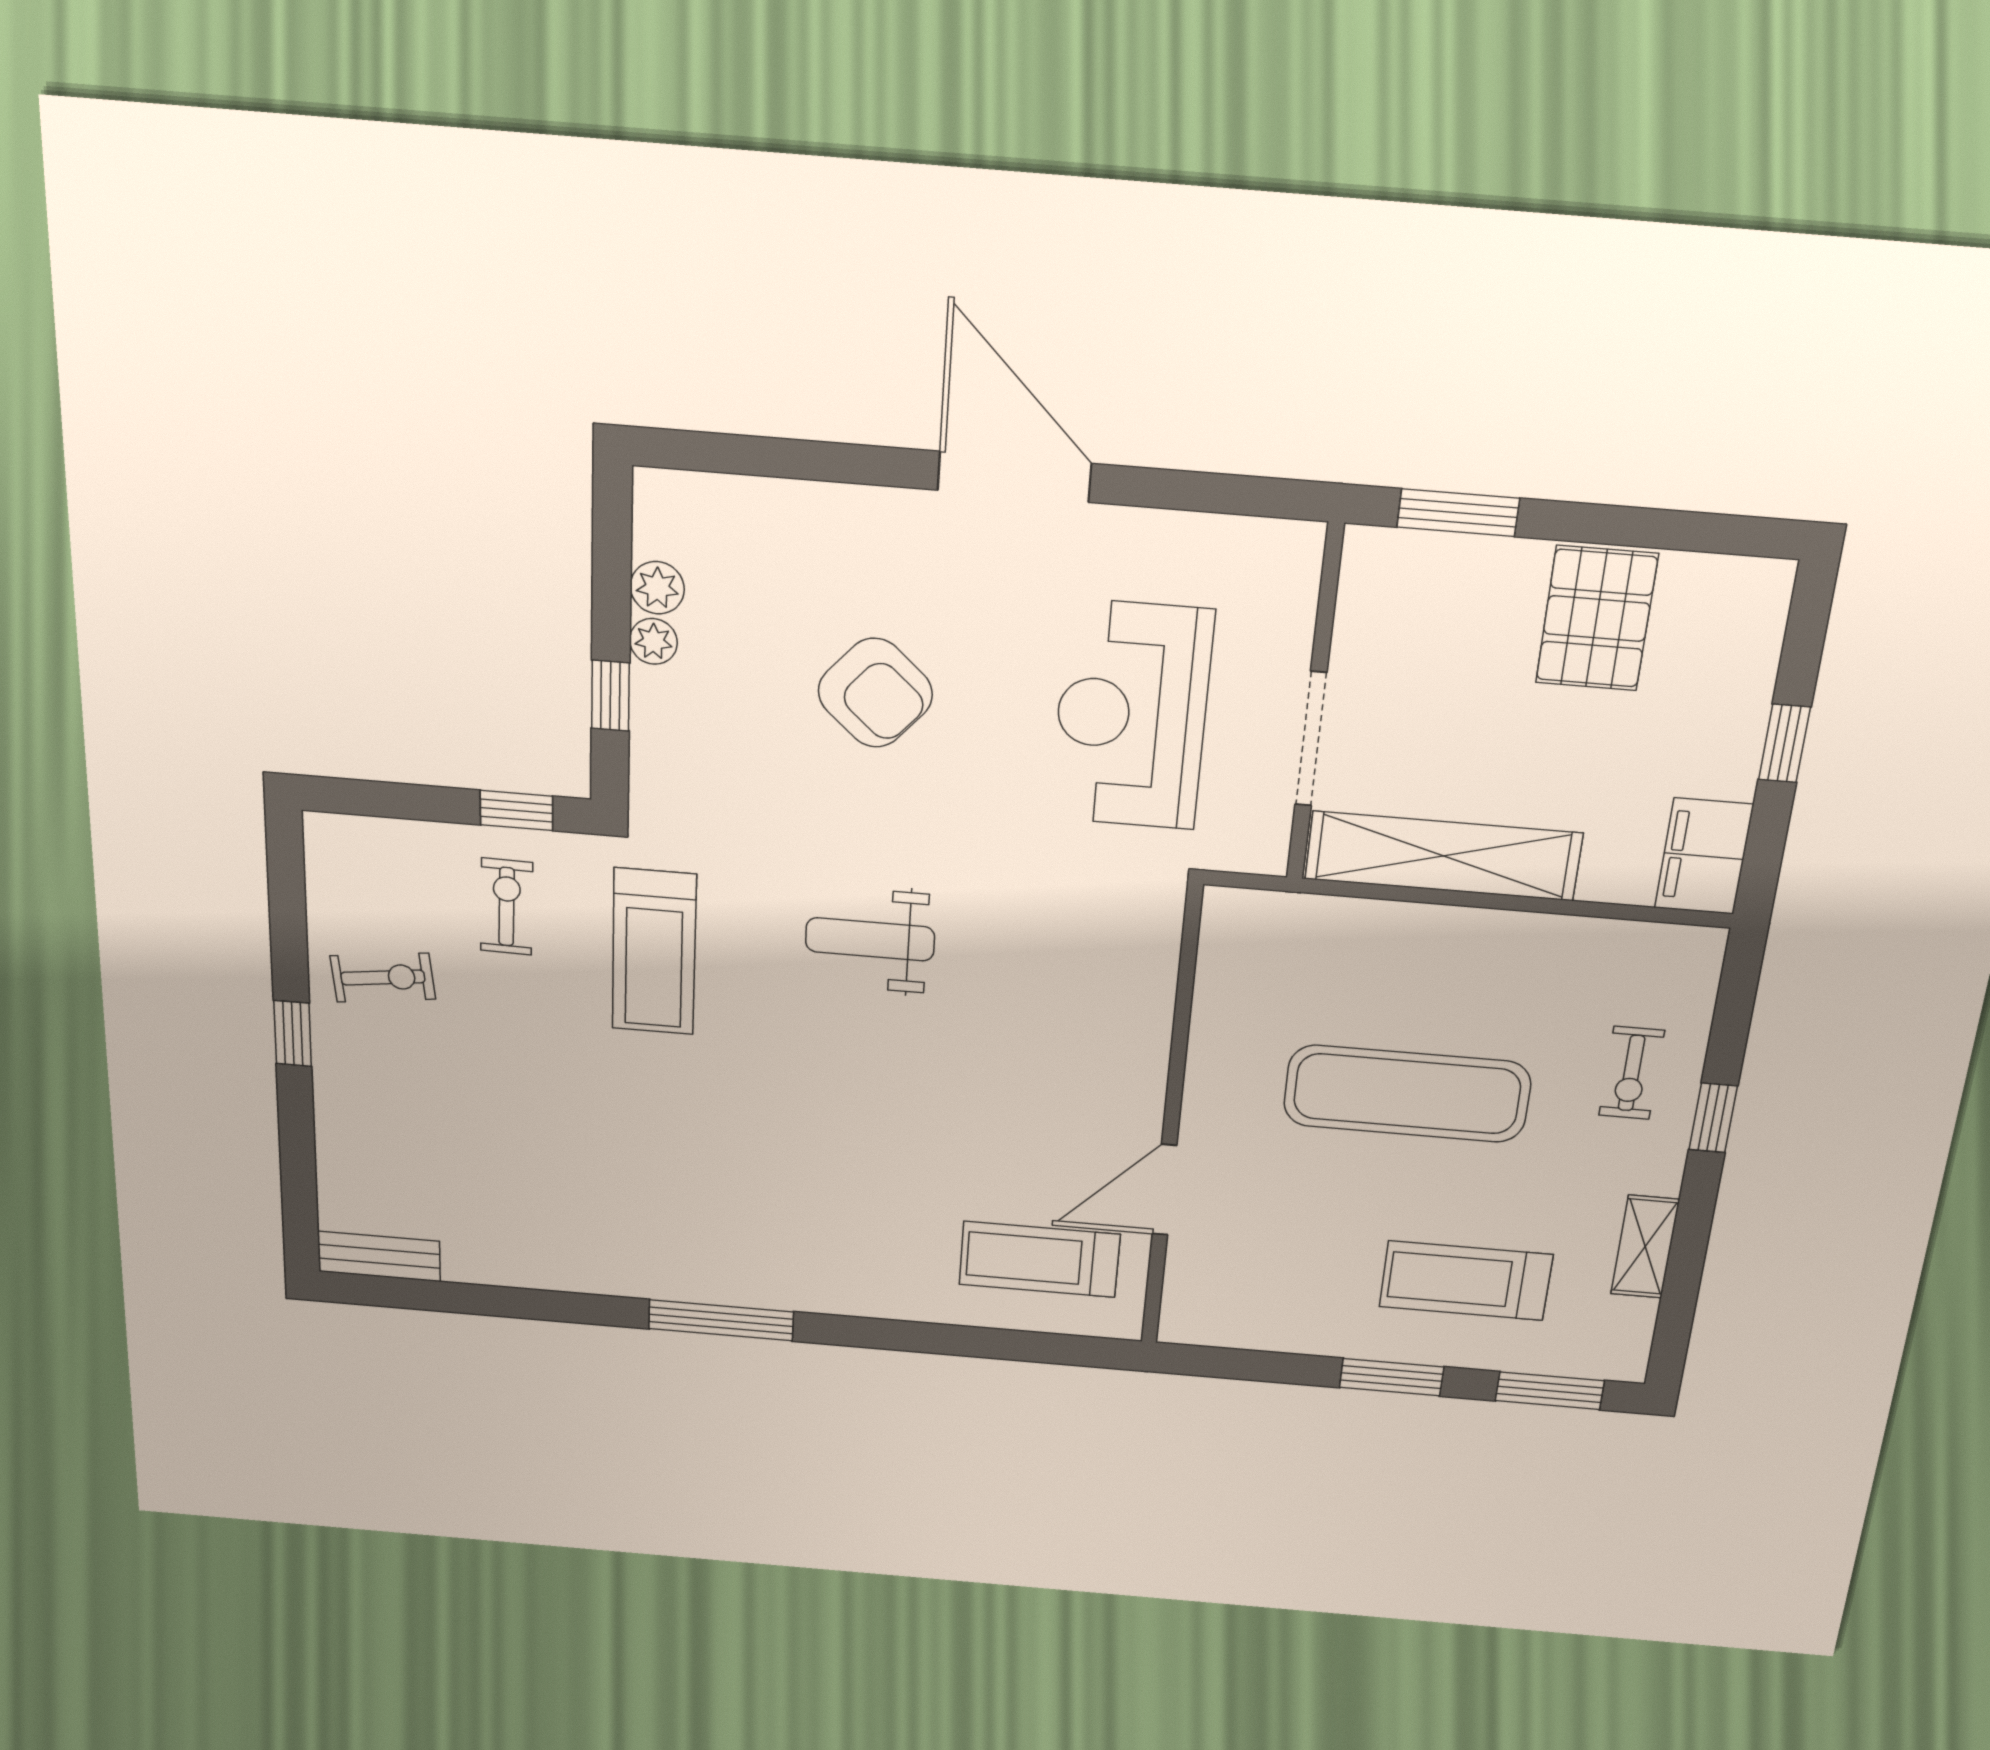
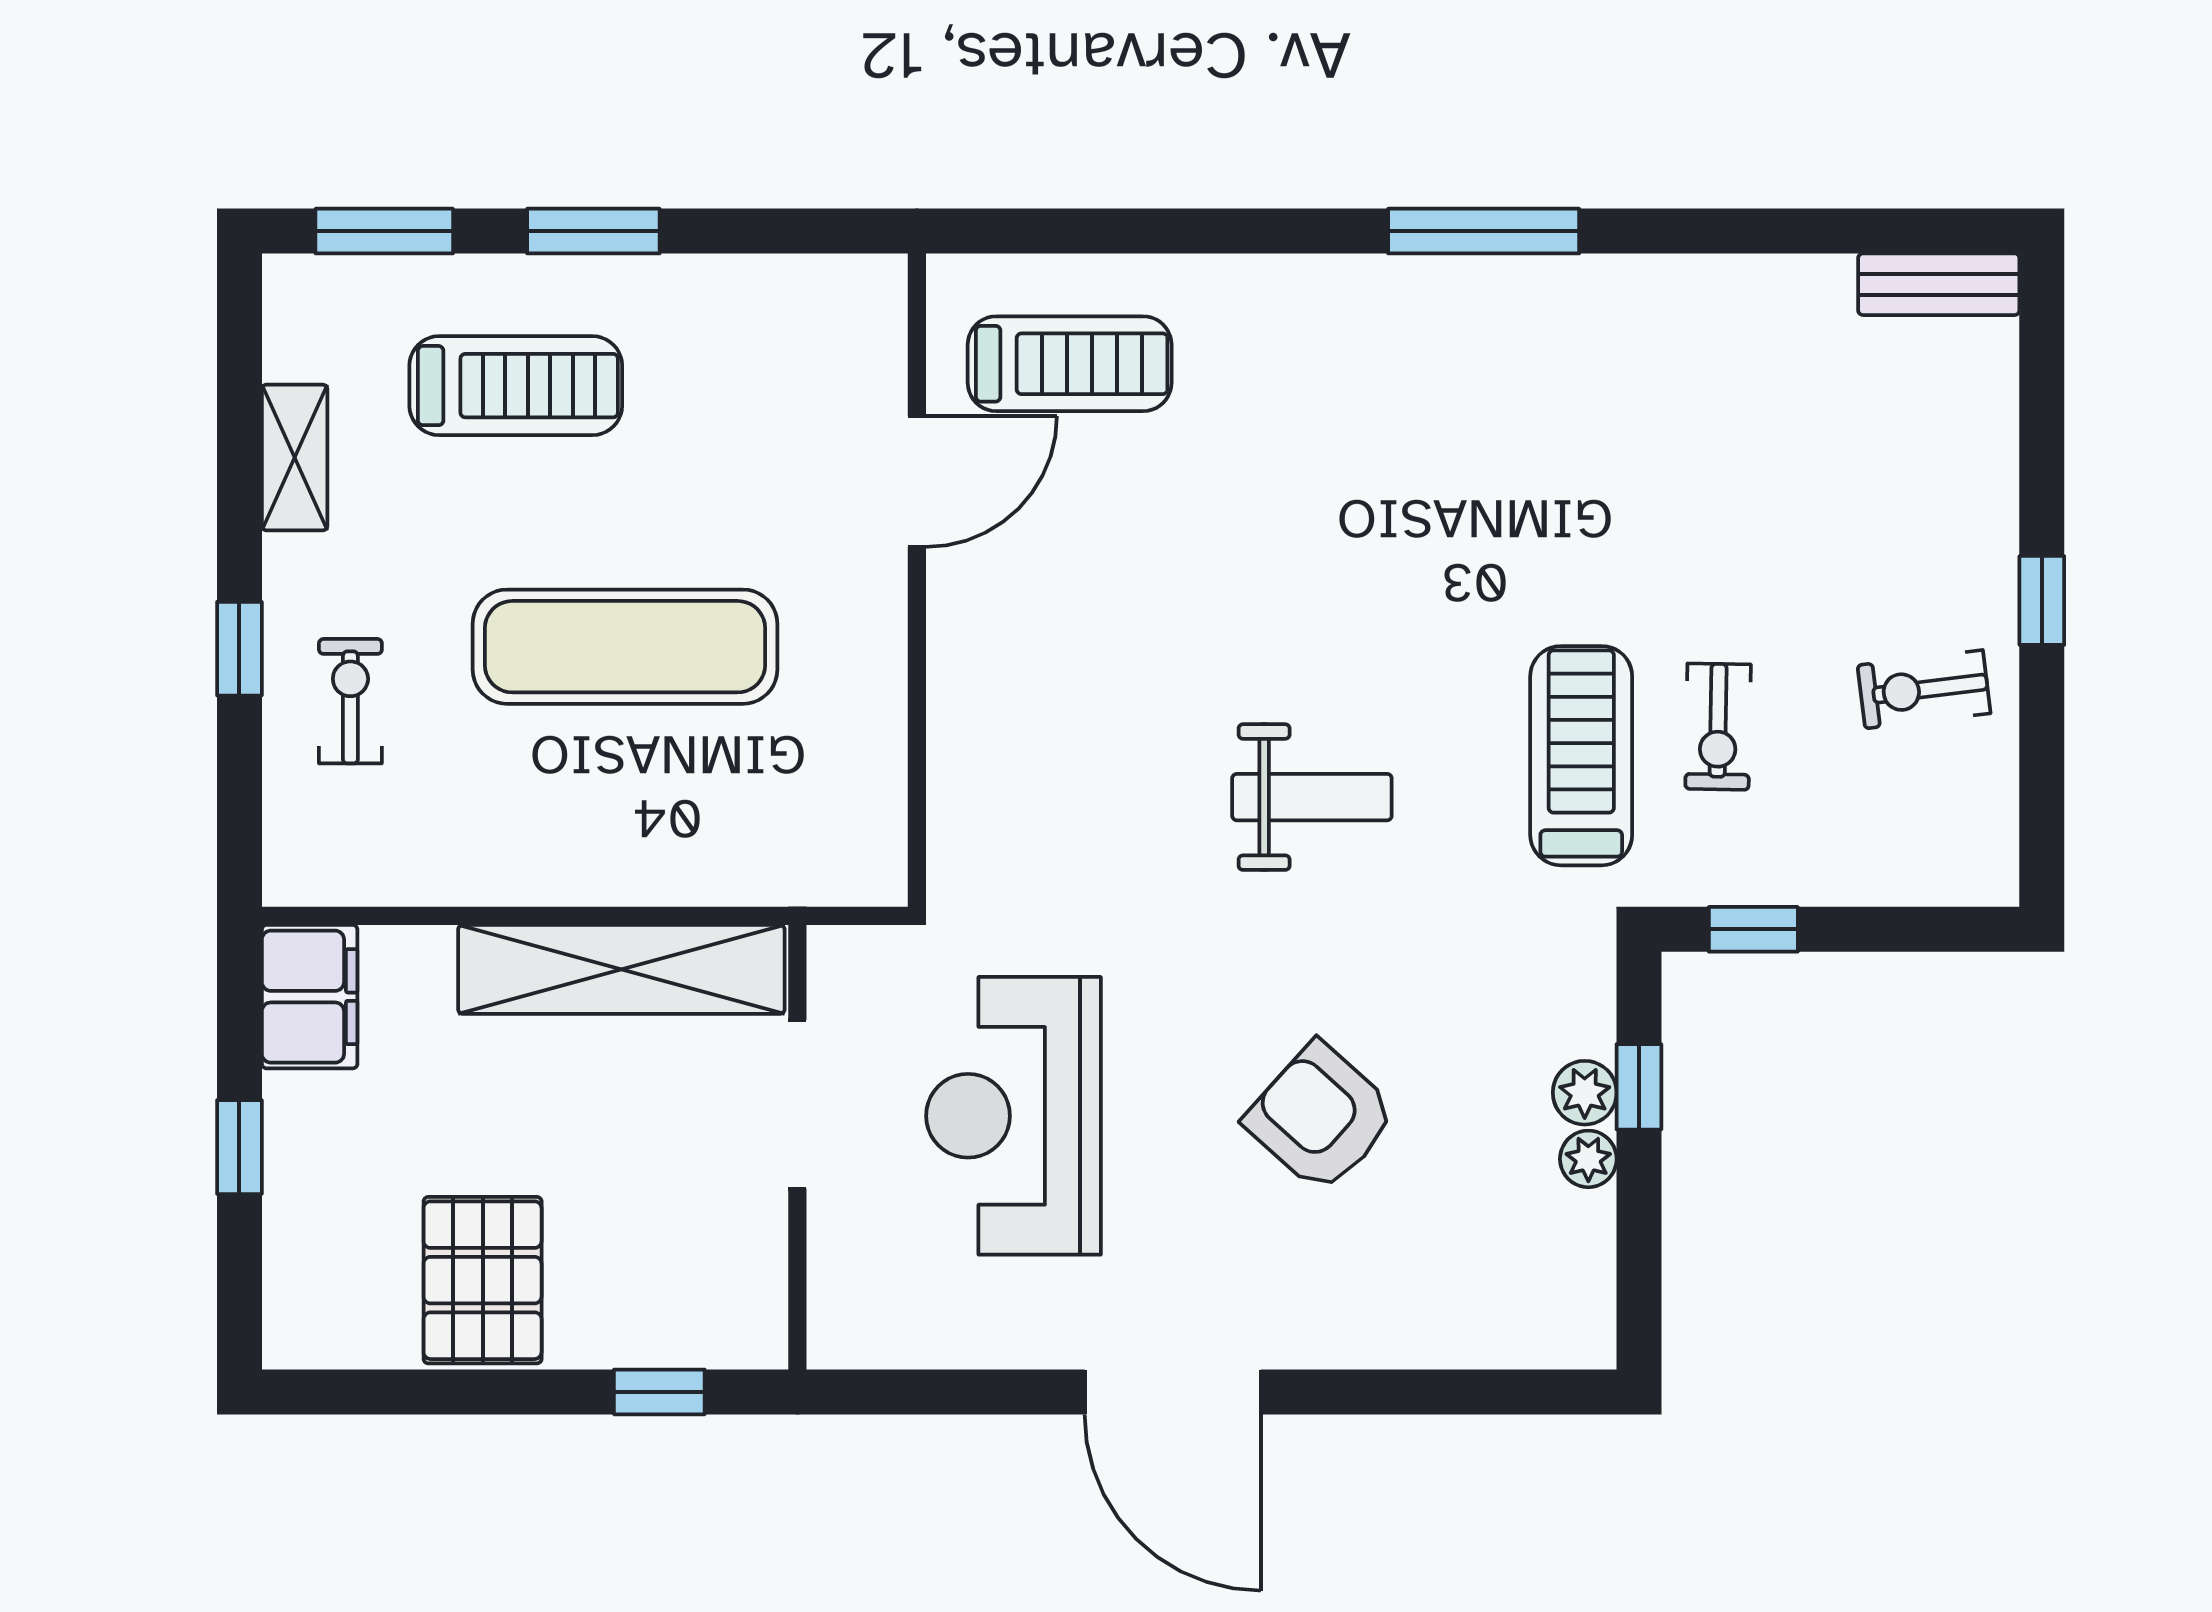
window: (1458, 513) -> (659, 1392), width x0.67
plant: (657, 588) -> (1585, 1093), moved
reception desk: (1131, 715) -> (1013, 1116), turned 180
exercise bike: (507, 907) -> (1718, 727), moved

